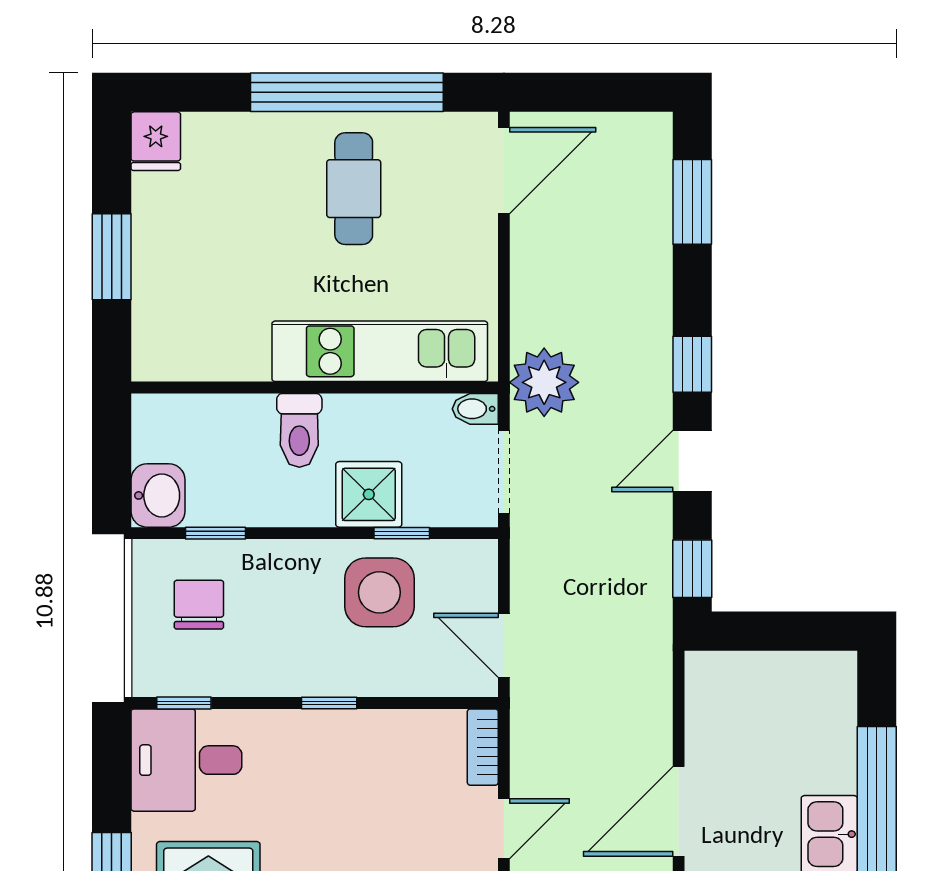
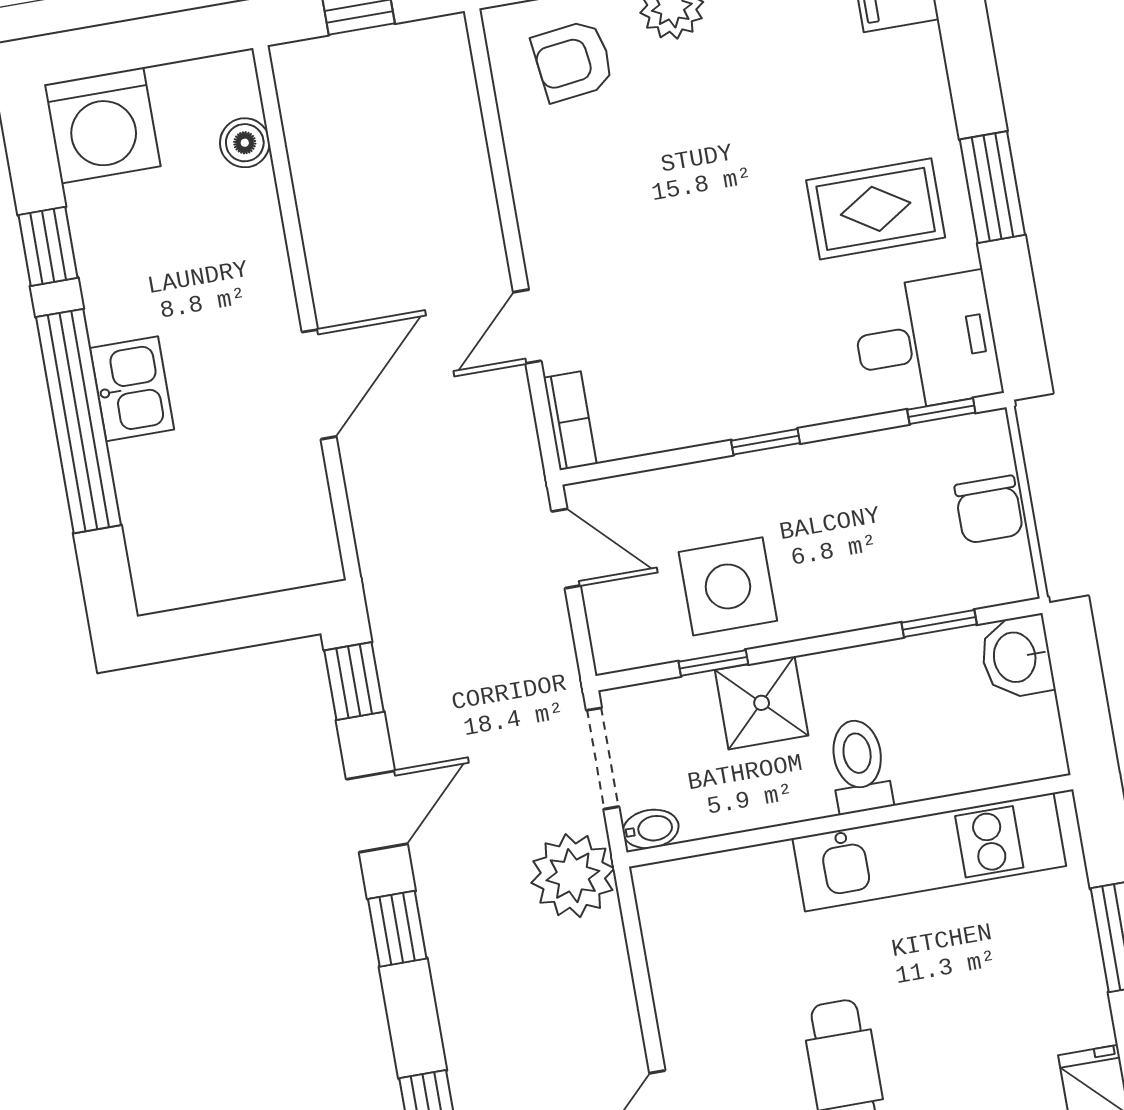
kitchen unit: (380, 351) -> (929, 852), moved
chair: (199, 605) -> (989, 510), moved

